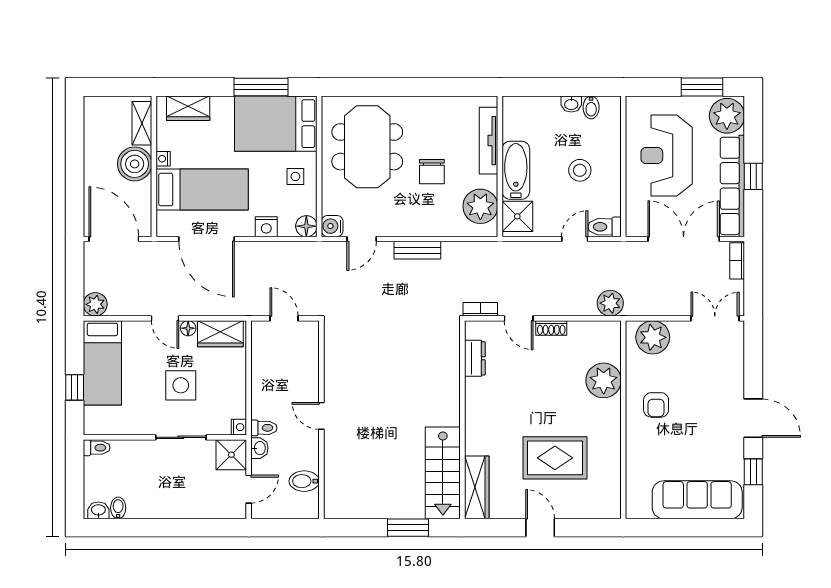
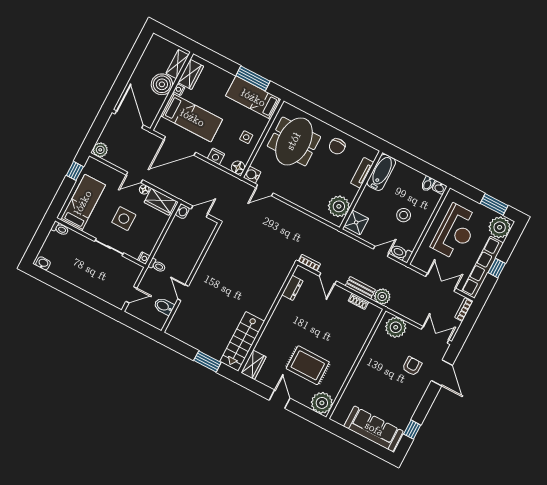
washbasin: (571, 104) -> (439, 188), moved
wardrobe: (188, 108) -> (191, 74), moved, turned -90
bed: (276, 124) -> (253, 98), width x0.67
tv unit: (489, 141) -> (362, 173), width x0.71
reception desk: (667, 156) -> (455, 232), turned 180
bathtub: (516, 170) -> (381, 172), moved
chair: (432, 172) -> (337, 146), moved
door: (206, 239) -> (180, 146), hinge flipped
double door: (684, 239) -> (441, 282), width x0.73
bench: (417, 250) -> (360, 288), moved
door: (165, 318) -> (134, 177), hinge flipped
door: (284, 318) -> (199, 211), hinge flipped
shoe rack: (551, 328) -> (358, 301), moved
bed: (102, 363) -> (83, 203), moved, turned 180
plant: (604, 380) -> (322, 403), moved
window: (75, 387) -> (75, 171), moved
armchair: (656, 405) -> (412, 366), moved, turned 180
door: (321, 416) -> (183, 293), moved
door: (753, 418) -> (442, 373), moved
washbasin: (259, 448) -> (182, 211), moved
shower: (231, 455) -> (132, 271), removed
wardrobe: (477, 487) -> (254, 365), width x0.67
bidet: (118, 508) -> (55, 268), removed

